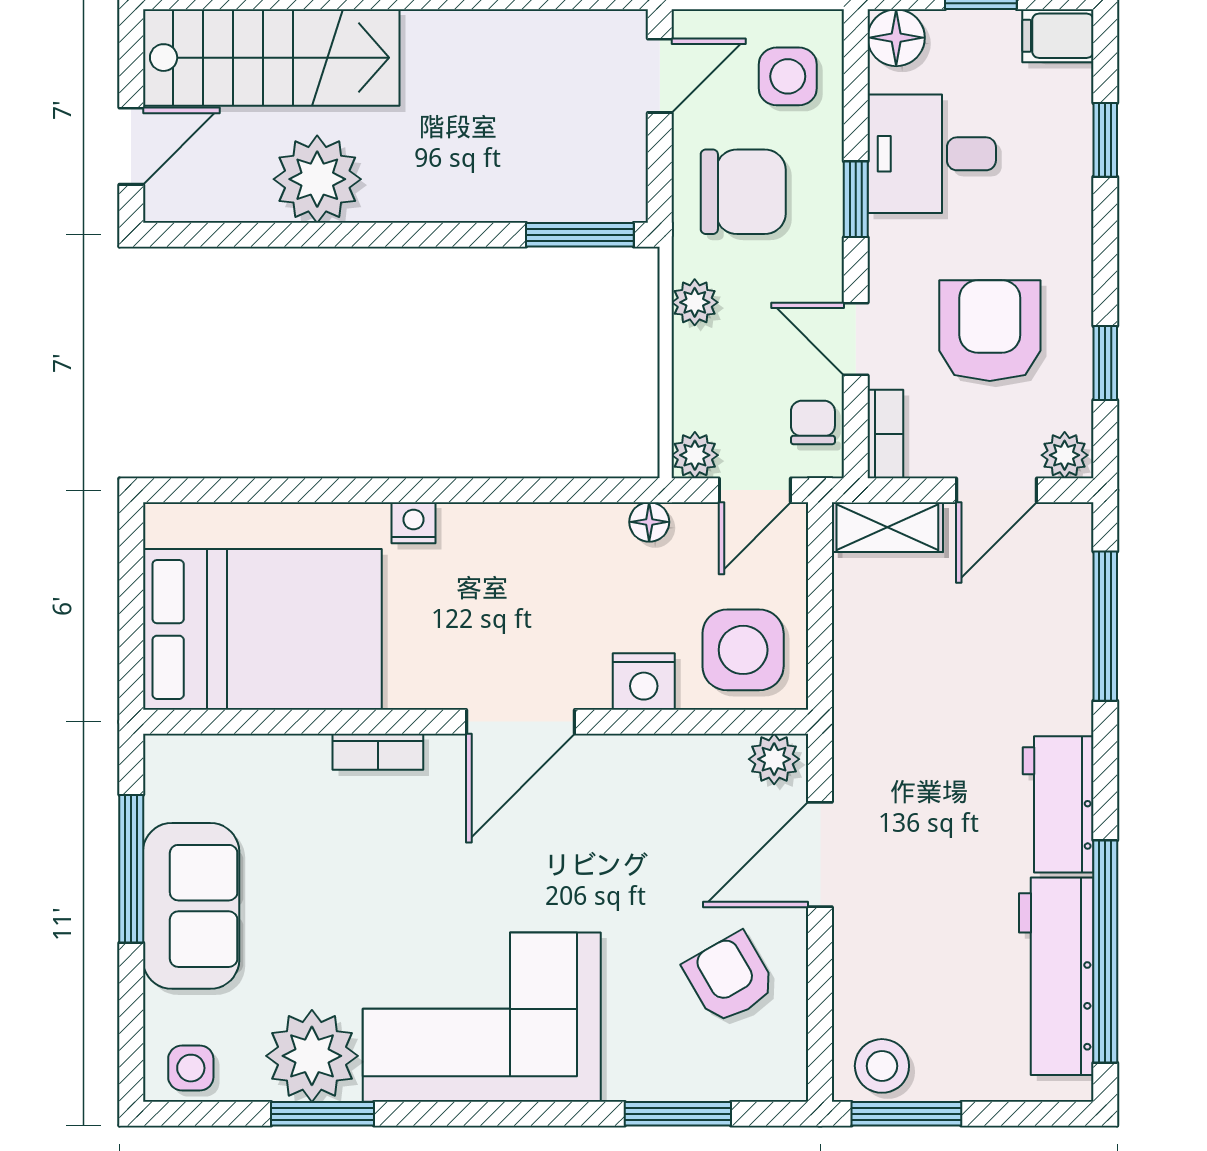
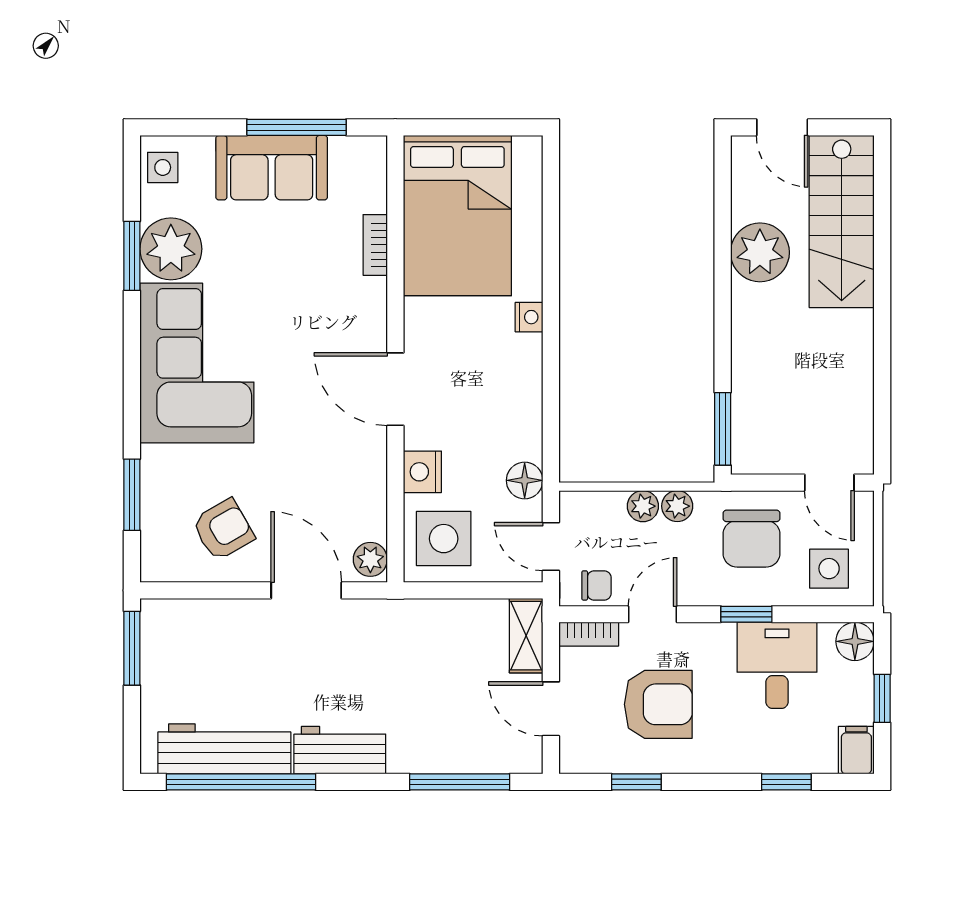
plant: (695, 455) -> (643, 506), moved
plant: (1065, 455) -> (574, 755), removed
floor lamp: (649, 522) -> (525, 480), width x1.37, depth x1.37
bookcase: (378, 752) -> (375, 245), moved
stool: (882, 1066) -> (164, 632), removed

